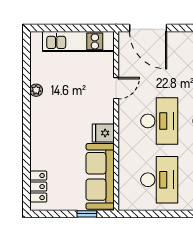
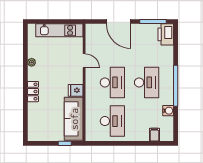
door: (148, 28) -> (119, 22), moved
door: (116, 88) -> (84, 61), hinge flipped
locker: (38, 187) -> (33, 92), moved

